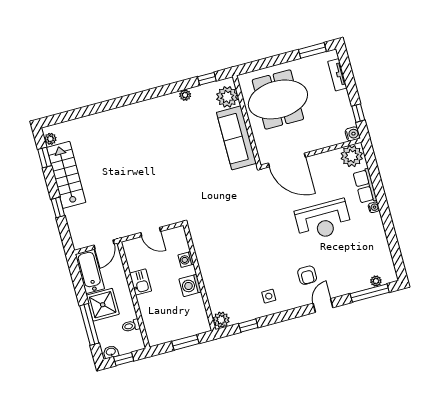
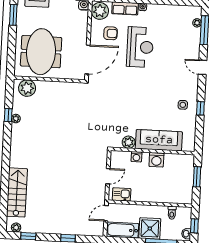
window: (207, 79) -> (8, 115), moved
sofa: (236, 138) -> (159, 140), moved, turned 180
stairs: (66, 175) -> (17, 192), moved, turned 90
door: (104, 244) -> (106, 213), swing flipped
armchair: (307, 275) -> (110, 33), moved
kitchen sink: (140, 282) -> (122, 194), moved
plant: (221, 320) -> (129, 142), moved
window: (248, 326) -> (200, 108), moved

